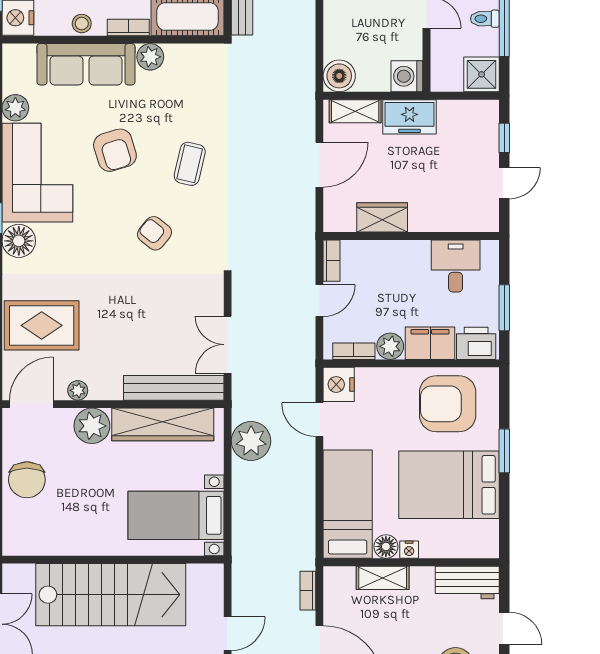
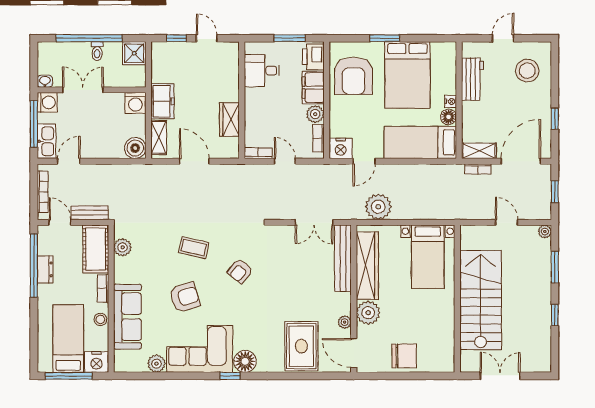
plant: (150, 57) -> (123, 247), moved
shelving: (383, 578) -> (479, 151), moved, turned 90
workbench: (467, 583) -> (472, 79), moved

